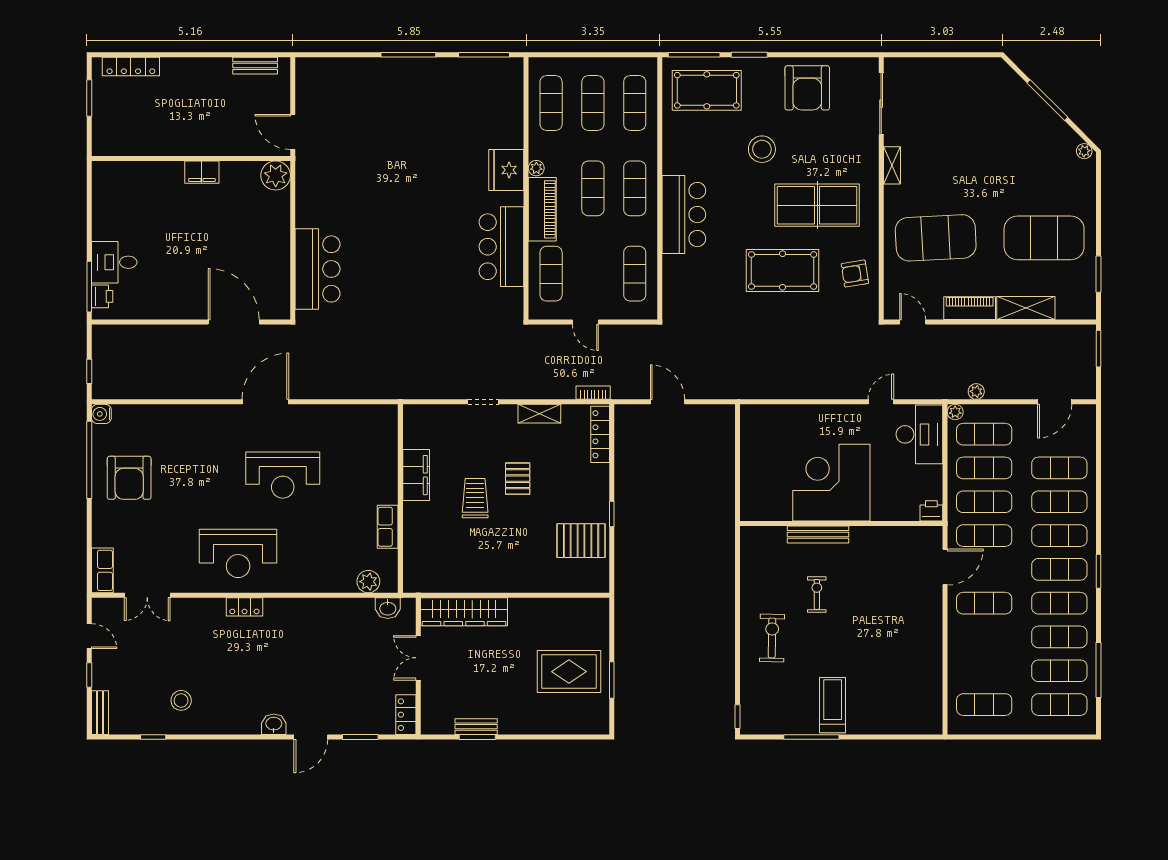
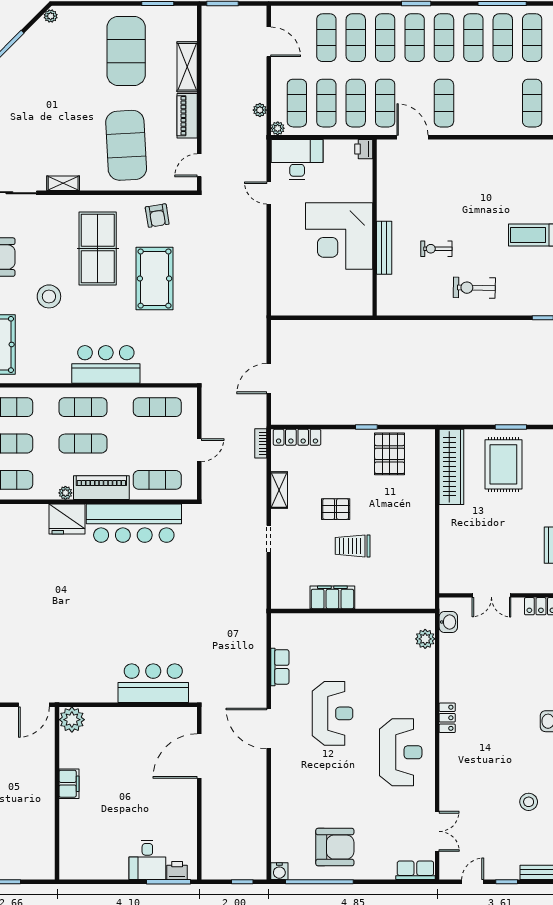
bar counter: (501, 247) -> (134, 523), width x1.36
row of seats: (388, 527) -> (280, 667), moved, turned -90
locker: (244, 607) -> (447, 718), moved
wardrobe: (464, 612) -> (451, 467), moved

